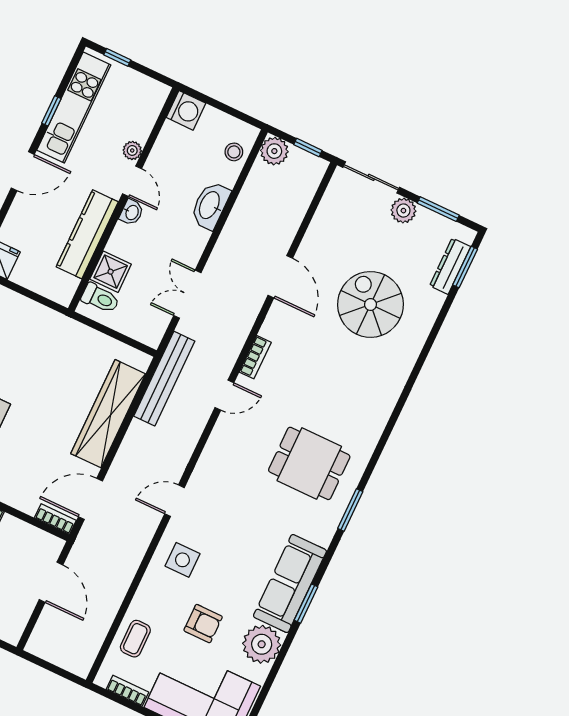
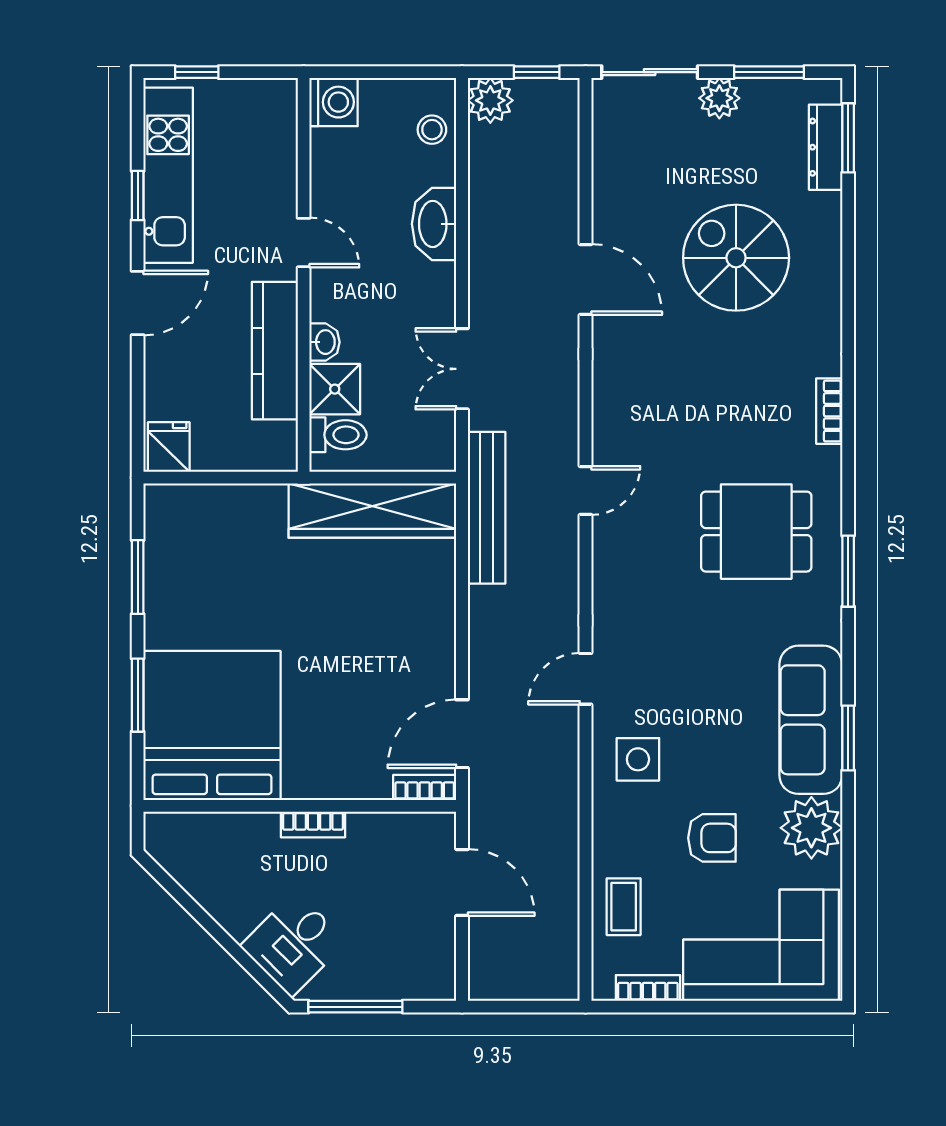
plant: (132, 150) -> (283, 198), removed
washbasin: (132, 212) -> (324, 342), moved
bookcase: (255, 357) -> (829, 411), moved, turned 180
wardrobe: (108, 414) -> (372, 511), moved, turned -90

